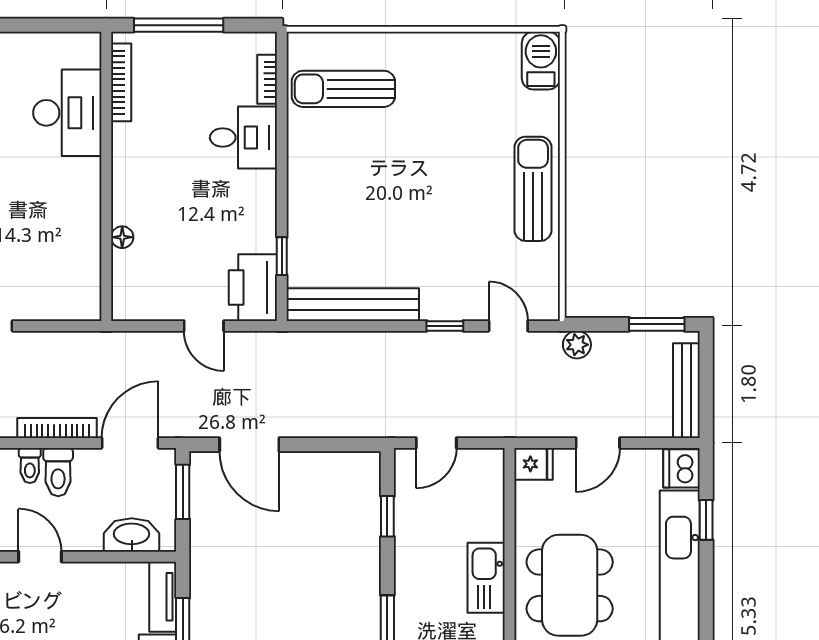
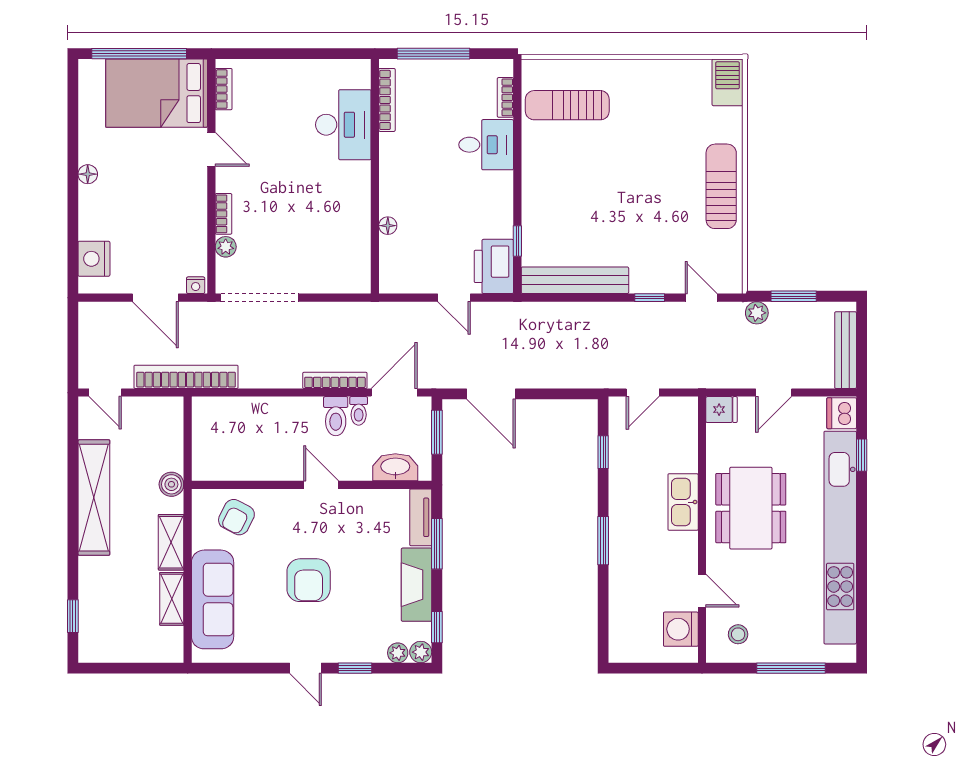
window: (657, 324) -> (794, 296), moved
toilet: (30, 465) -> (359, 411), moved

